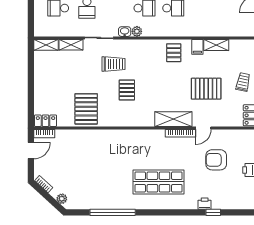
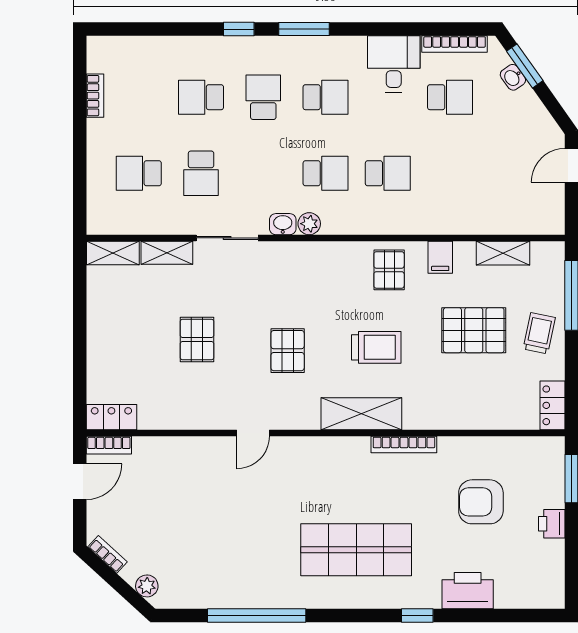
shelving: (216, 45) -> (503, 253), moved
trolley: (114, 64) -> (376, 347), moved
pallet: (206, 89) -> (474, 330), moved
pallet: (86, 109) -> (197, 340), moved, width x0.67, depth x0.71
shelving: (173, 119) -> (361, 414), moved
door: (203, 128) -> (253, 433), moved
printer: (205, 204) -> (468, 591), width x1.87, depth x1.48
window: (213, 212) -> (417, 616), moved

